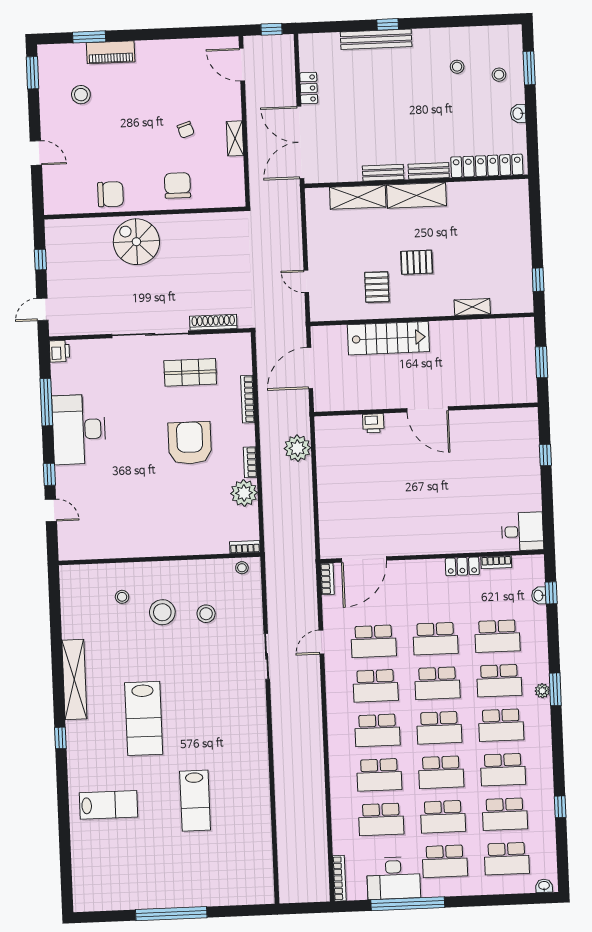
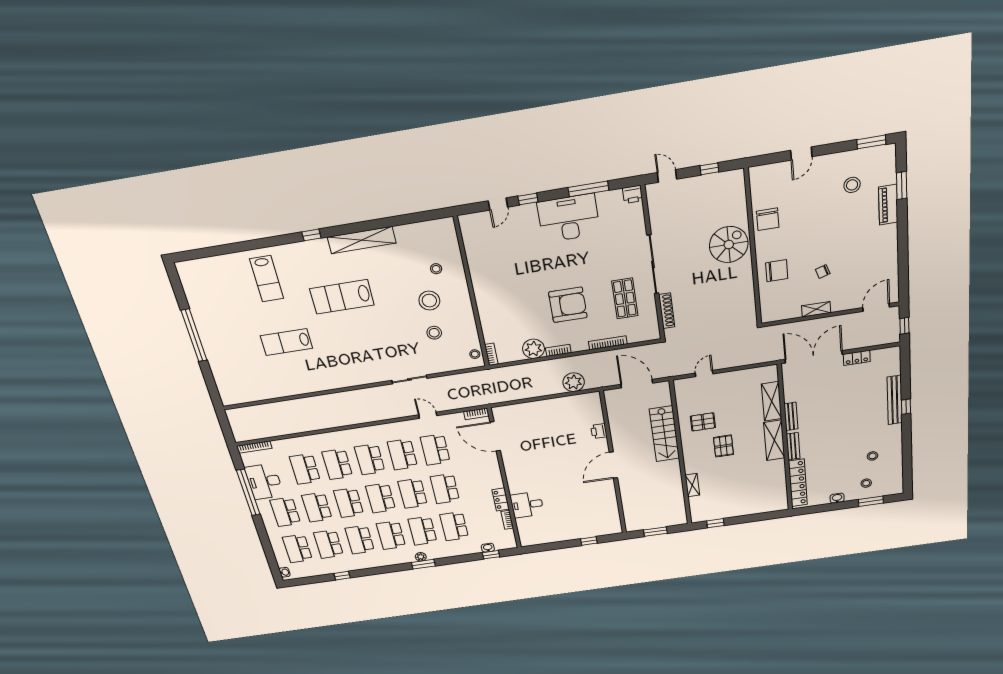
desk: (522, 532) -> (527, 505), moved, turned 90

